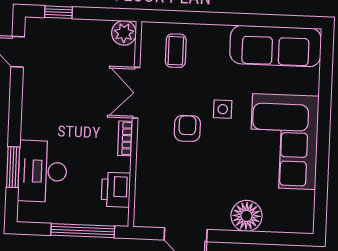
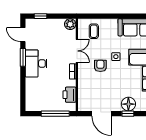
double door: (136, 93) -> (77, 51), swing flipped
window: (13, 167) -> (23, 57), moved
desk: (42, 171) -> (36, 63), moved
window: (244, 237) -> (128, 114), added

